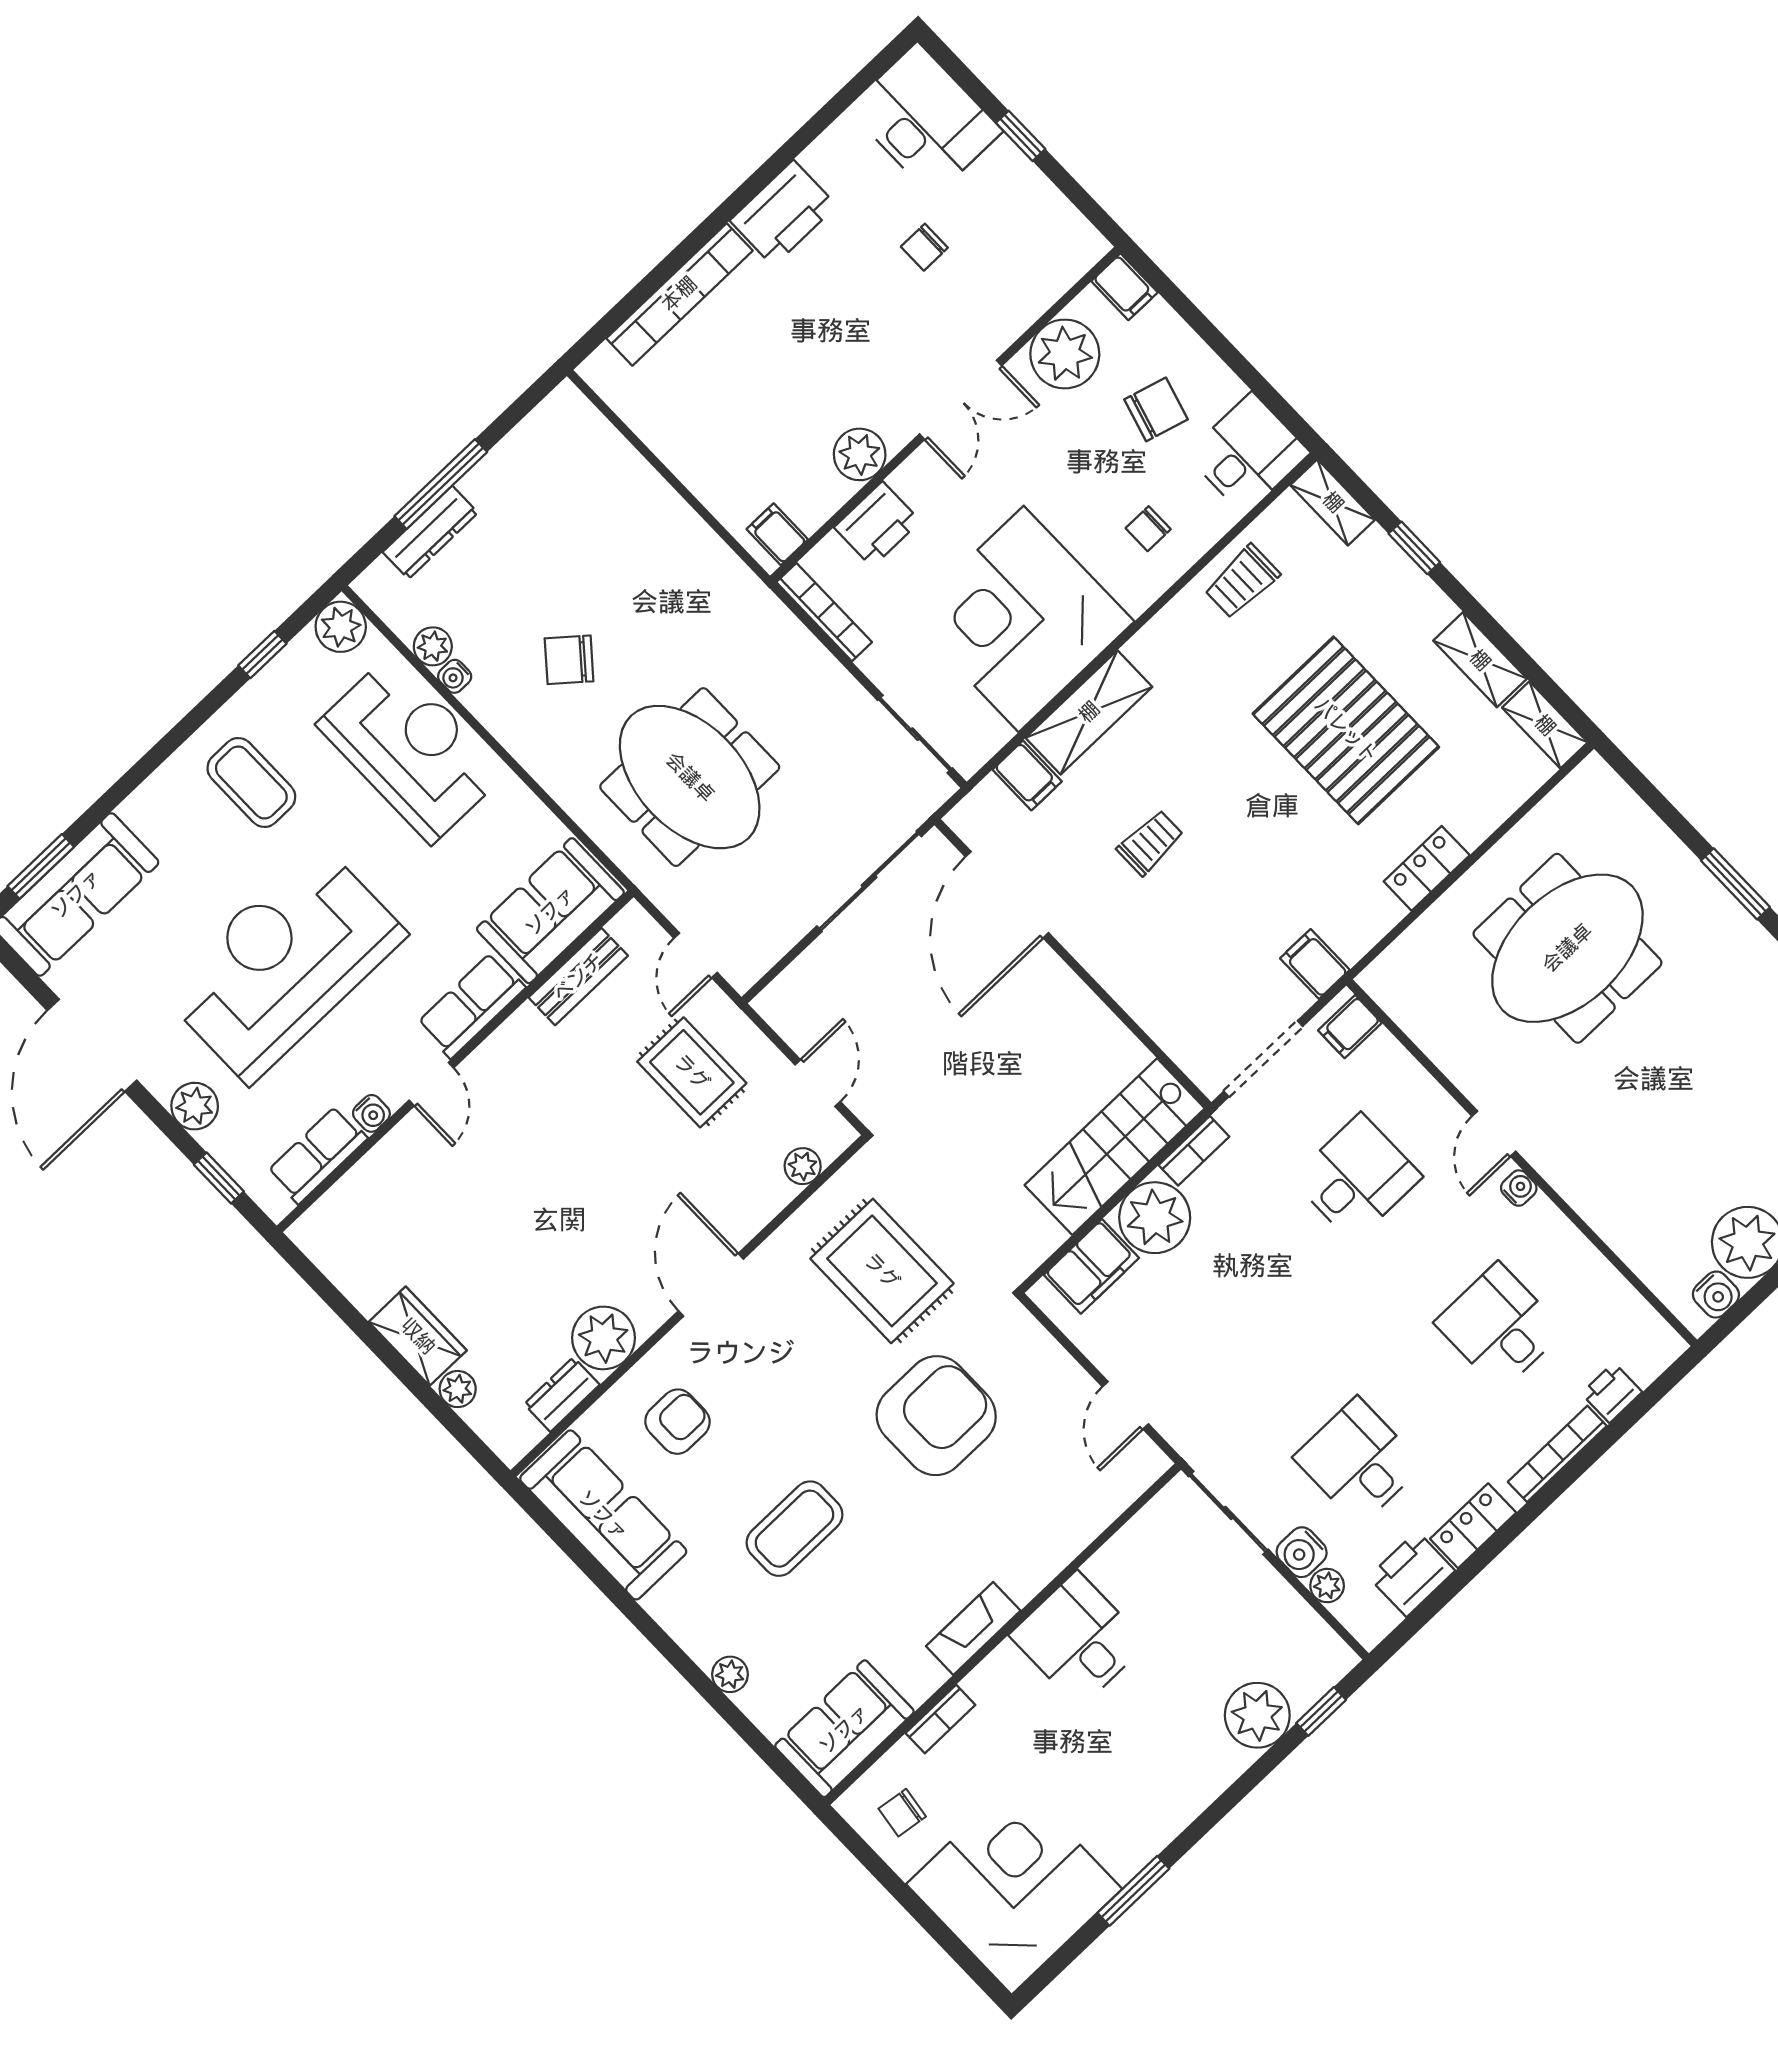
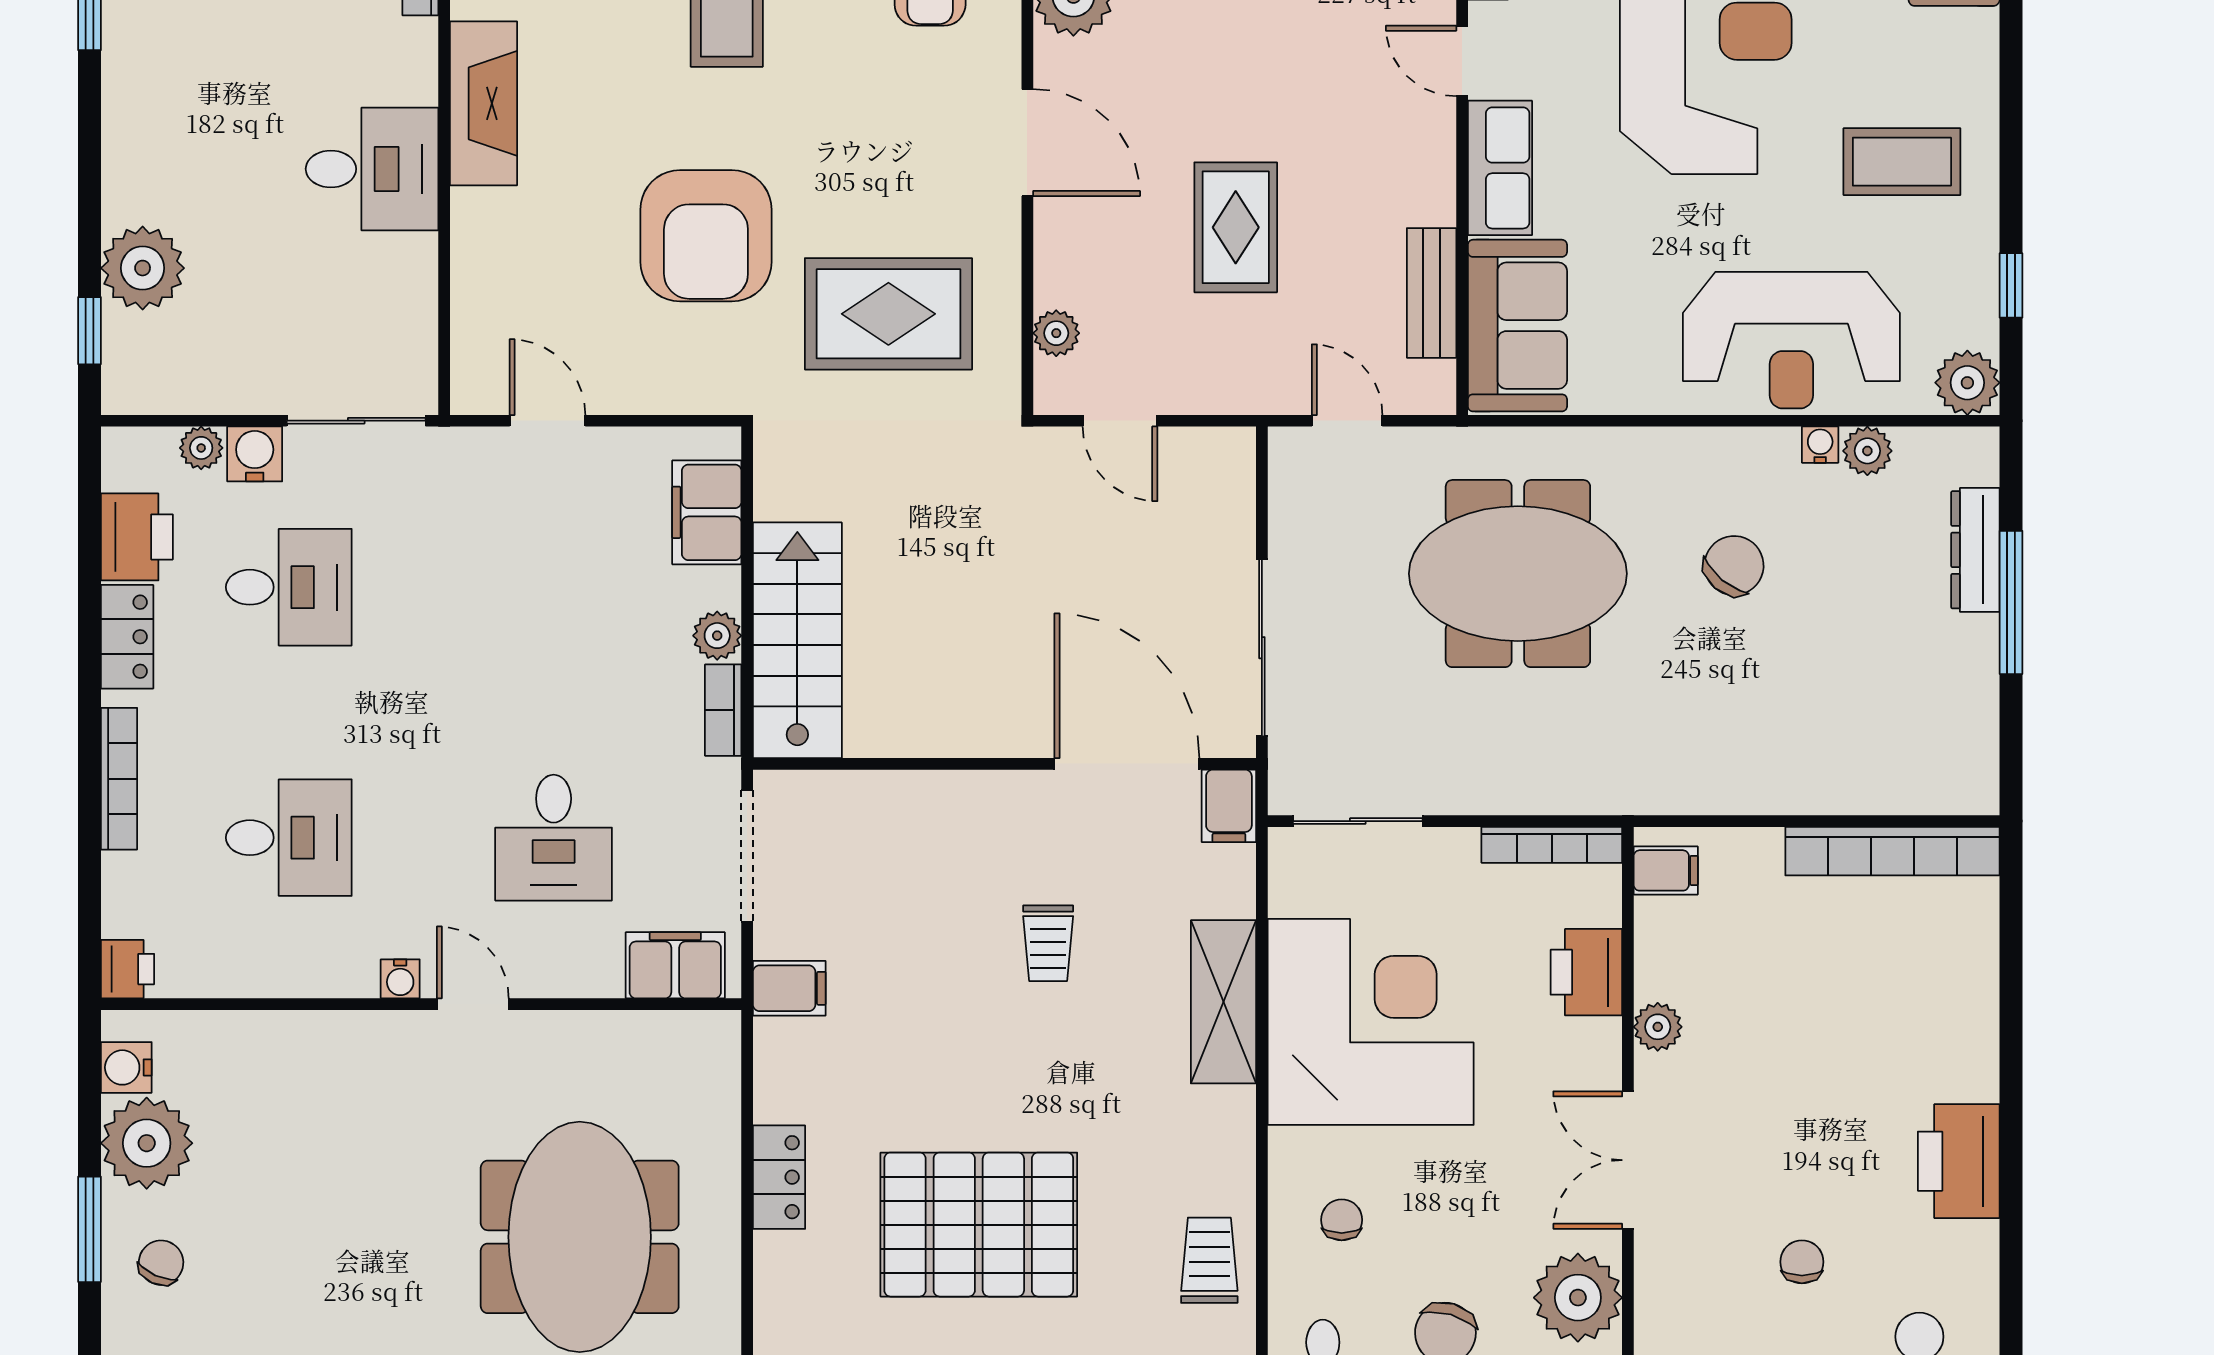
bookcase: (679, 294) -> (1892, 851), moved, turned -90
plant: (860, 454) -> (1658, 1027), width x0.73, depth x0.73
filing cabinet: (1027, 776) -> (1229, 806), moved, turned -90
filing cabinet: (1350, 1027) -> (675, 965), width x2.00
rug: (692, 1072) -> (1236, 227), moved, turned 90
plant: (1155, 1218) -> (717, 636), width x0.53, depth x0.53
printer: (1612, 1393) -> (128, 969), moved
fireplace: (973, 1628) -> (484, 103), width x1.37, depth x1.32

